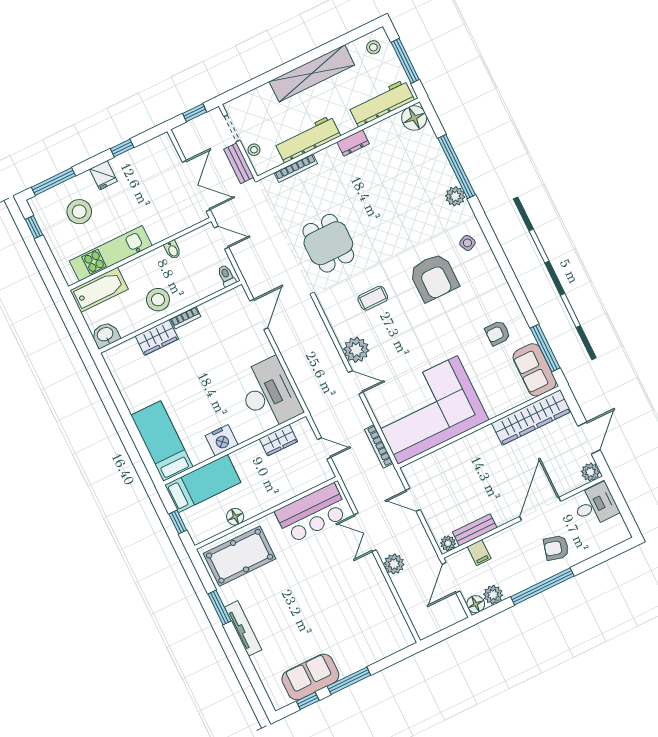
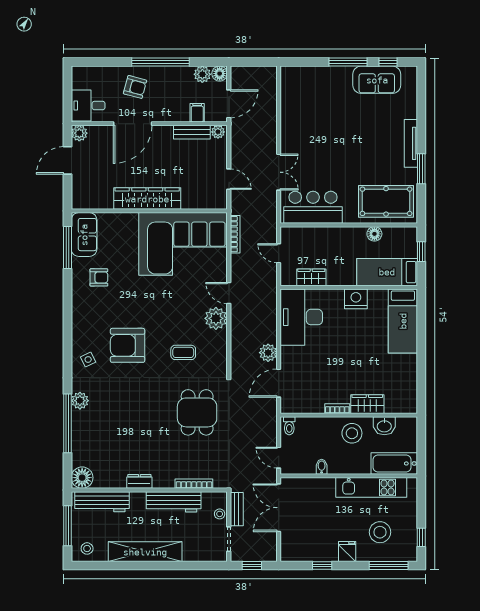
armchair: (434, 277) -> (128, 345), turned -90
washbasin: (105, 335) -> (384, 426), moved
wardrobe: (531, 417) -> (147, 199), moved
plant: (394, 564) -> (268, 353), moved

